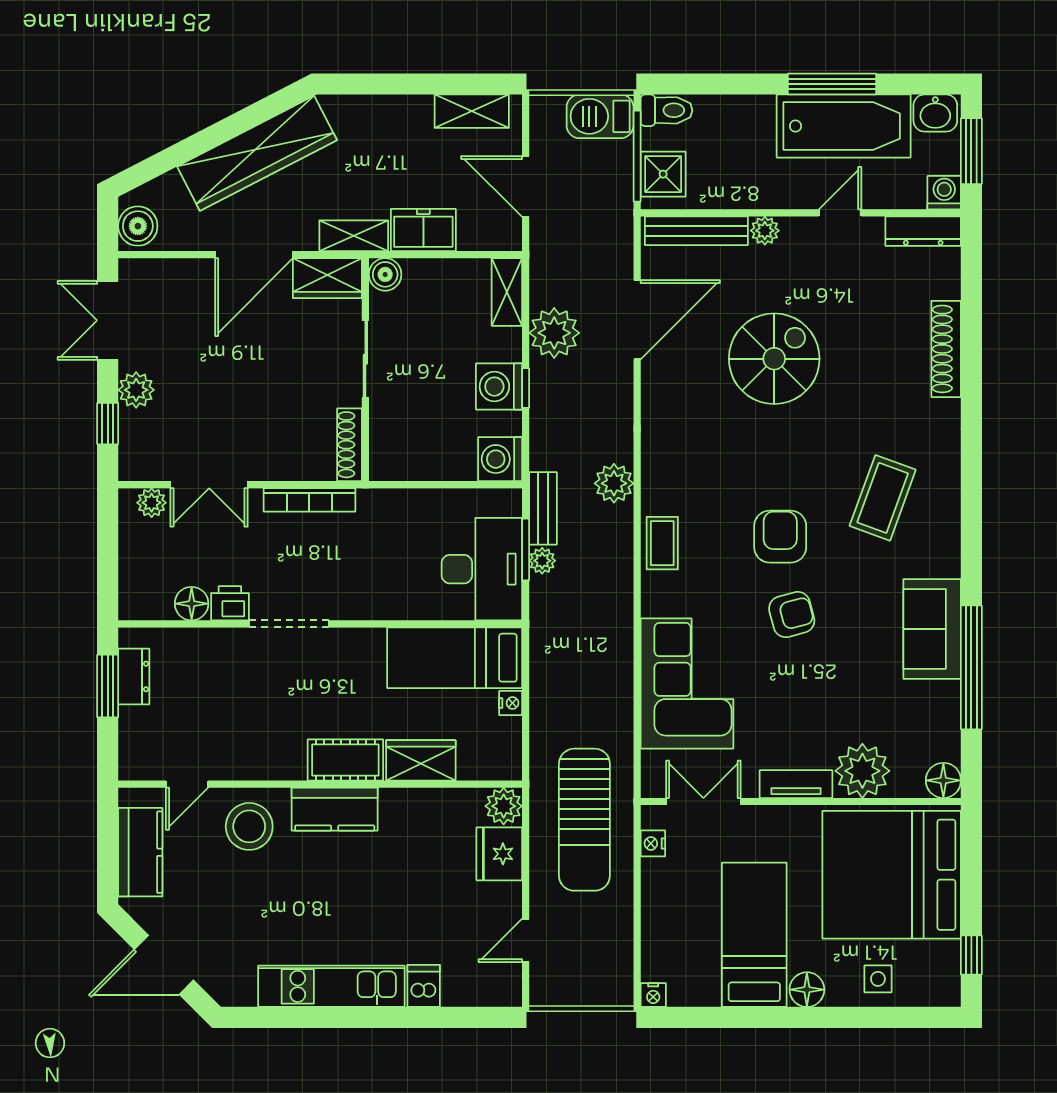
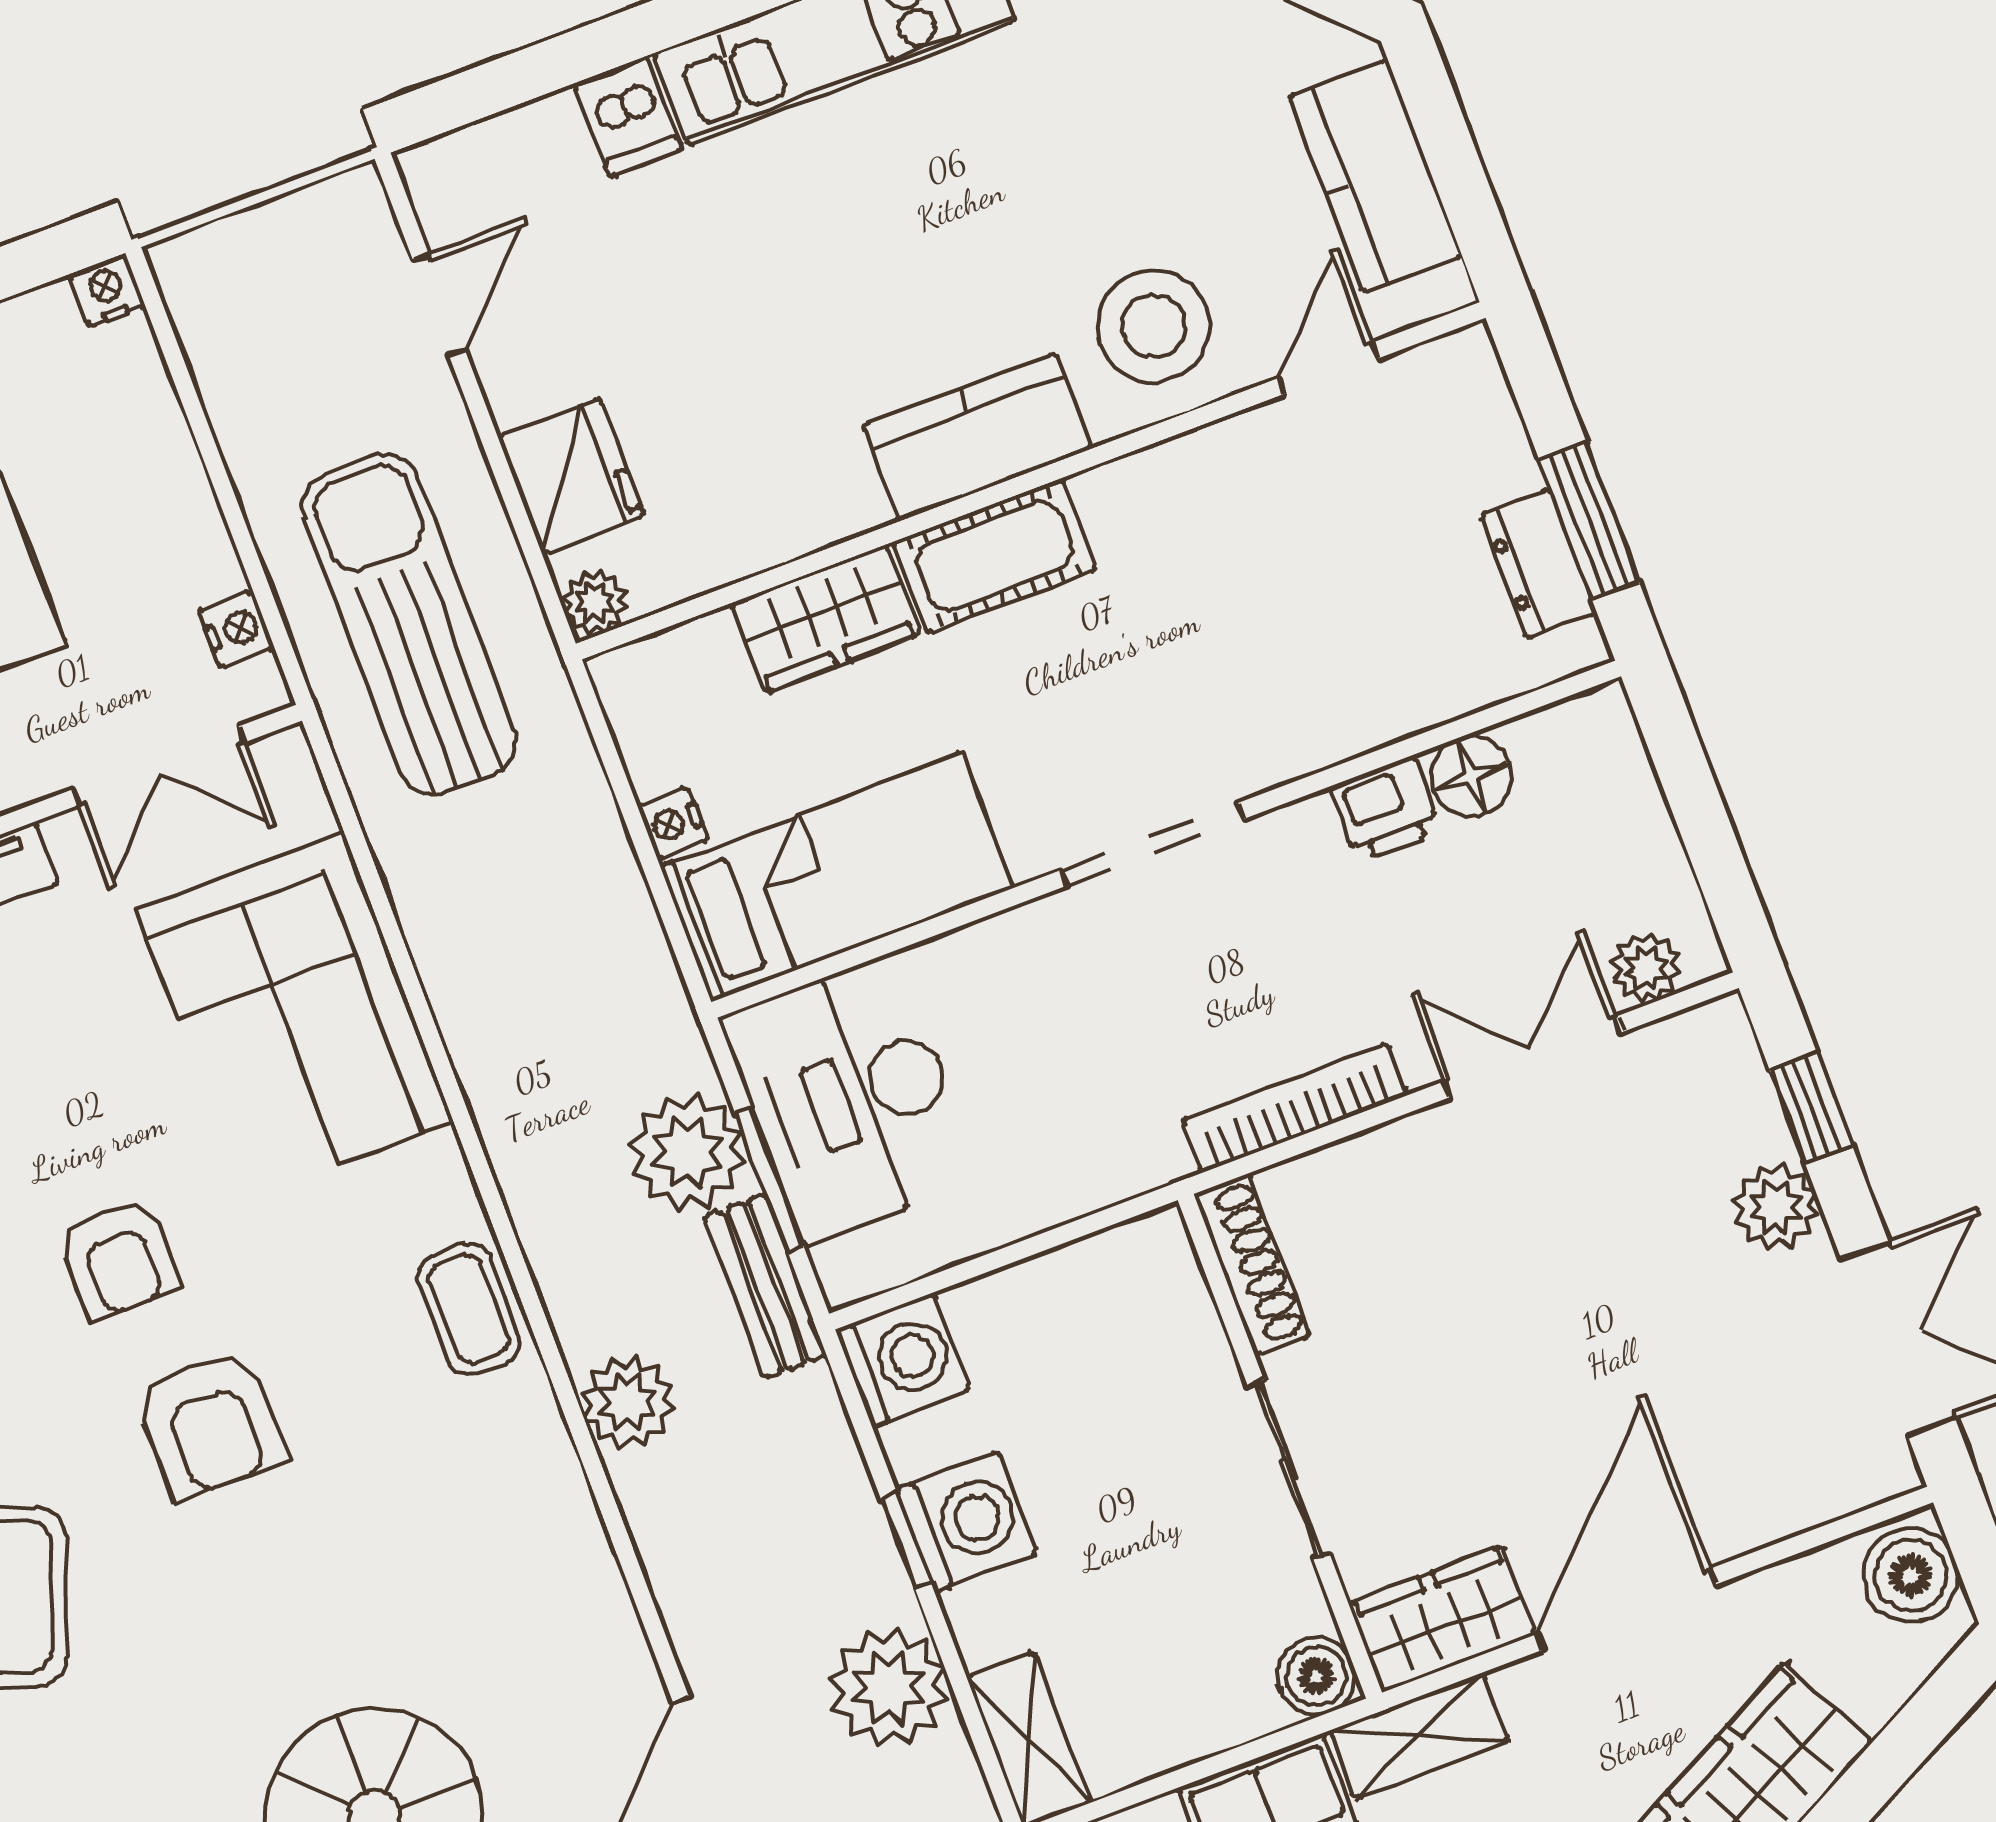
plant: (542, 561) -> (687, 1152), width x1.87, depth x1.87
armchair: (792, 615) -> (119, 1259), turned -75
doorway: (289, 624) -> (1152, 845), moved
plant: (504, 806) -> (595, 602), width x0.73, depth x0.73

